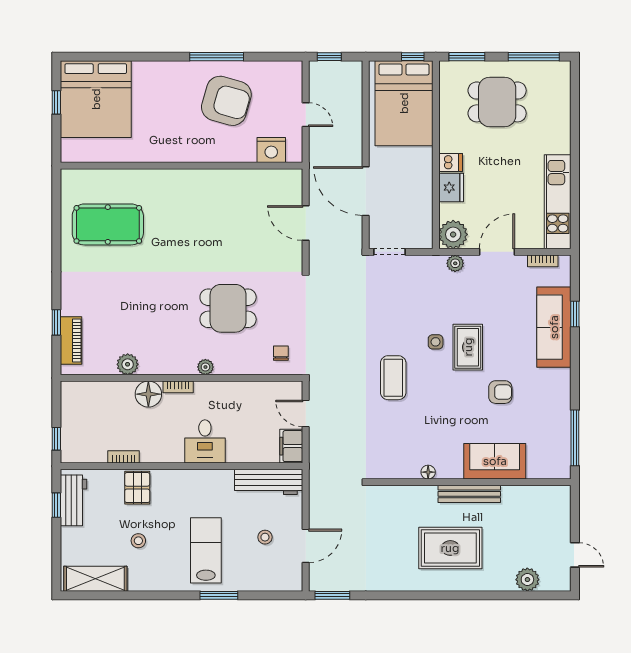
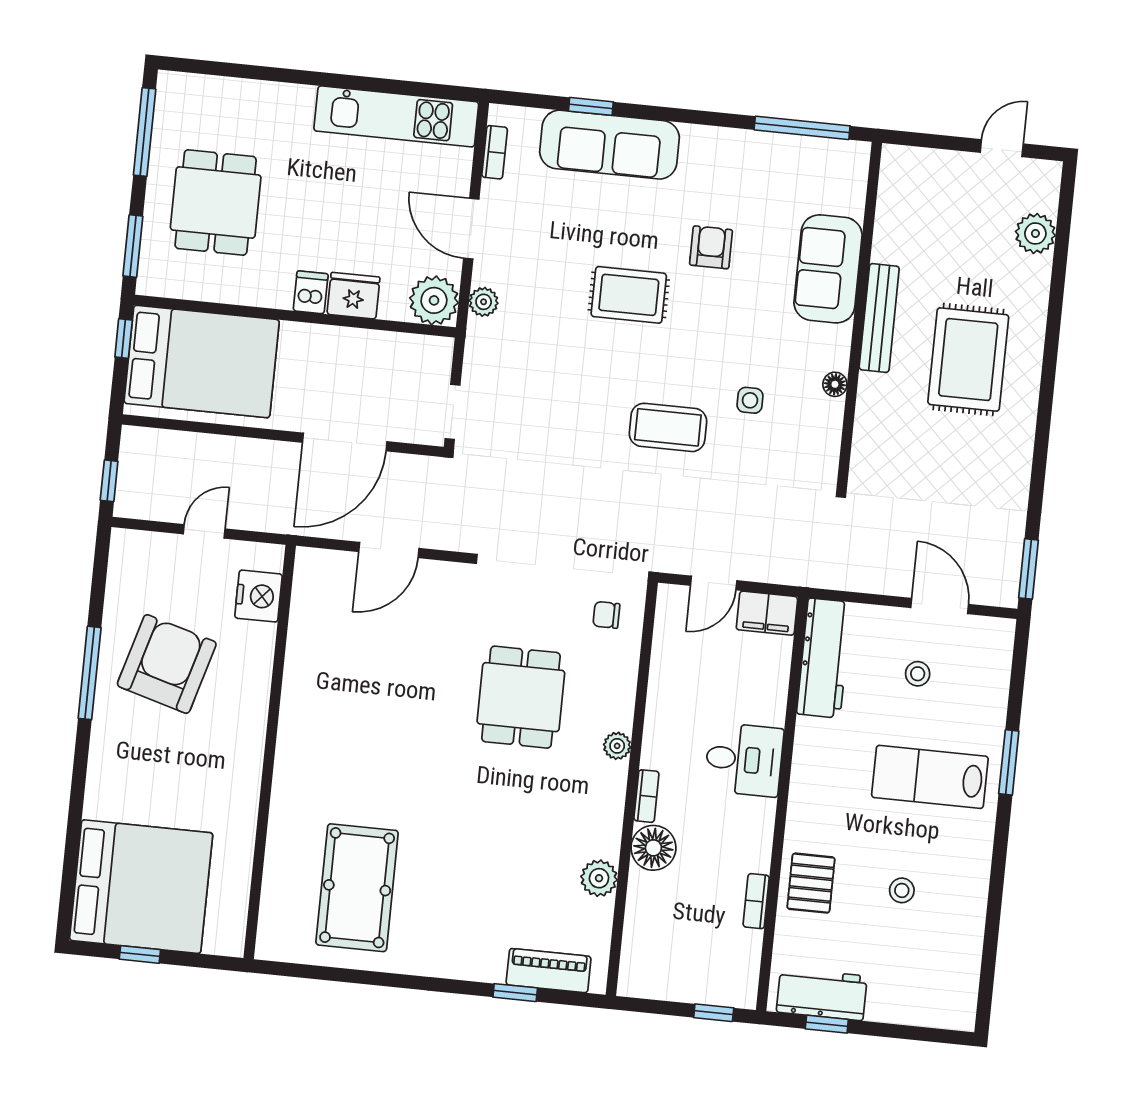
side table: (436, 342) -> (750, 400), moved
pallet: (137, 488) -> (811, 883), turned 90
shelving: (95, 579) -> (959, 970), removed

